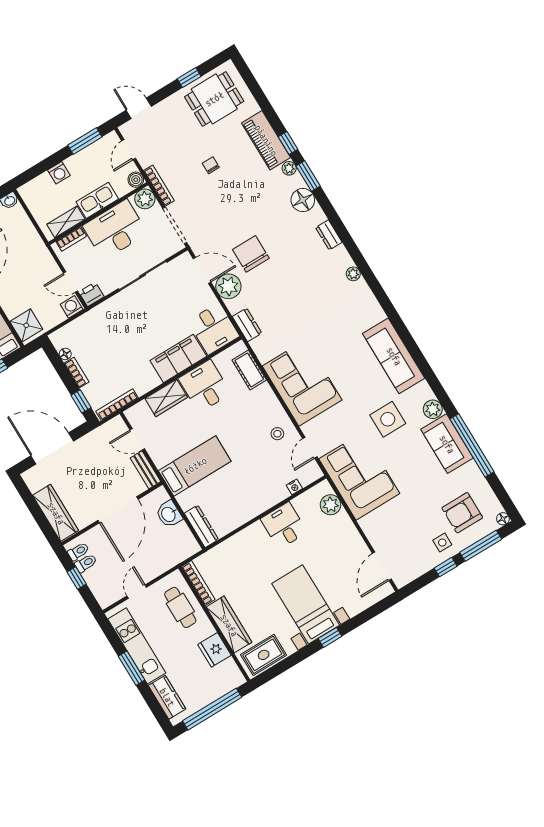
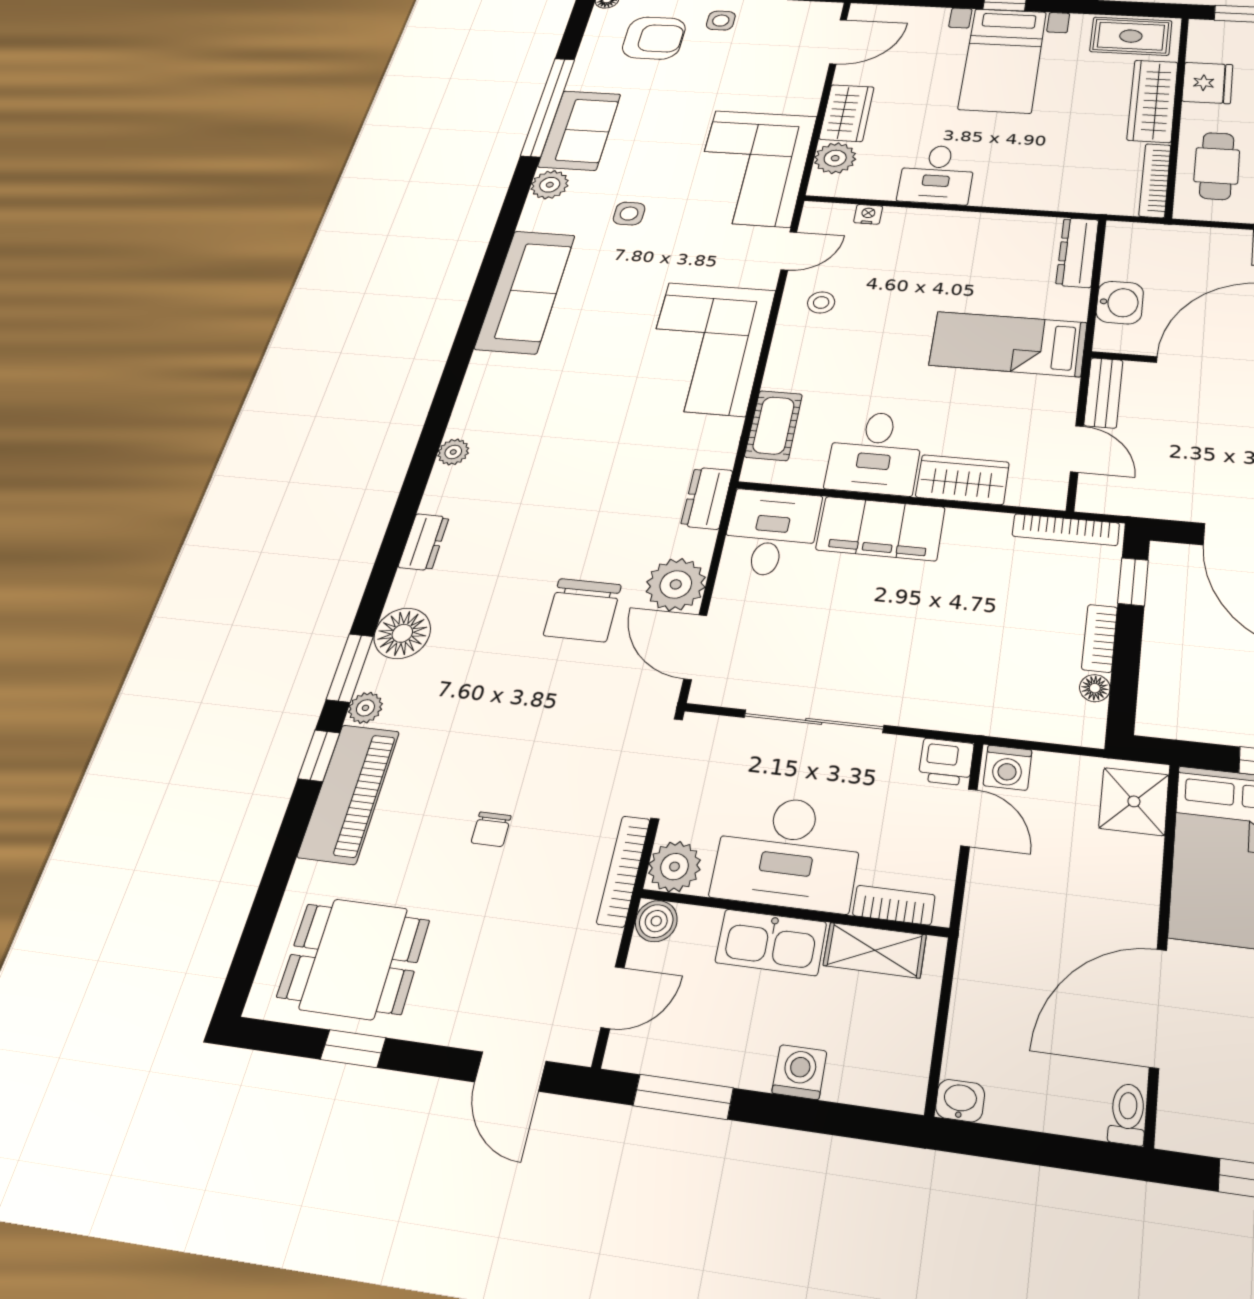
side table: (388, 419) -> (629, 214), width x0.54, depth x0.54
wardrobe: (346, 531) -> (847, 113), added

